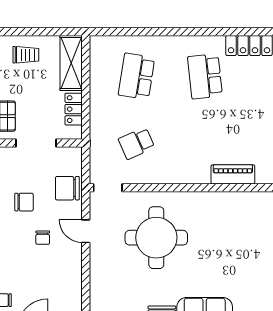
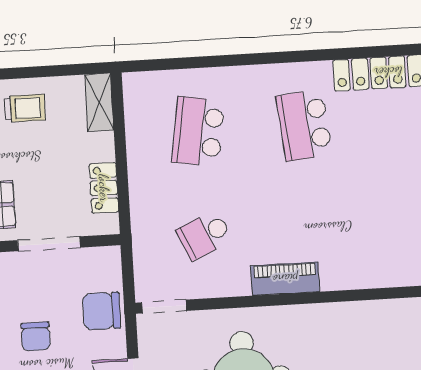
shelving: (71, 63) -> (99, 102), width x0.67, depth x0.75
piano: (233, 174) -> (285, 279), moved
chair: (24, 202) -> (36, 336), turned 90

